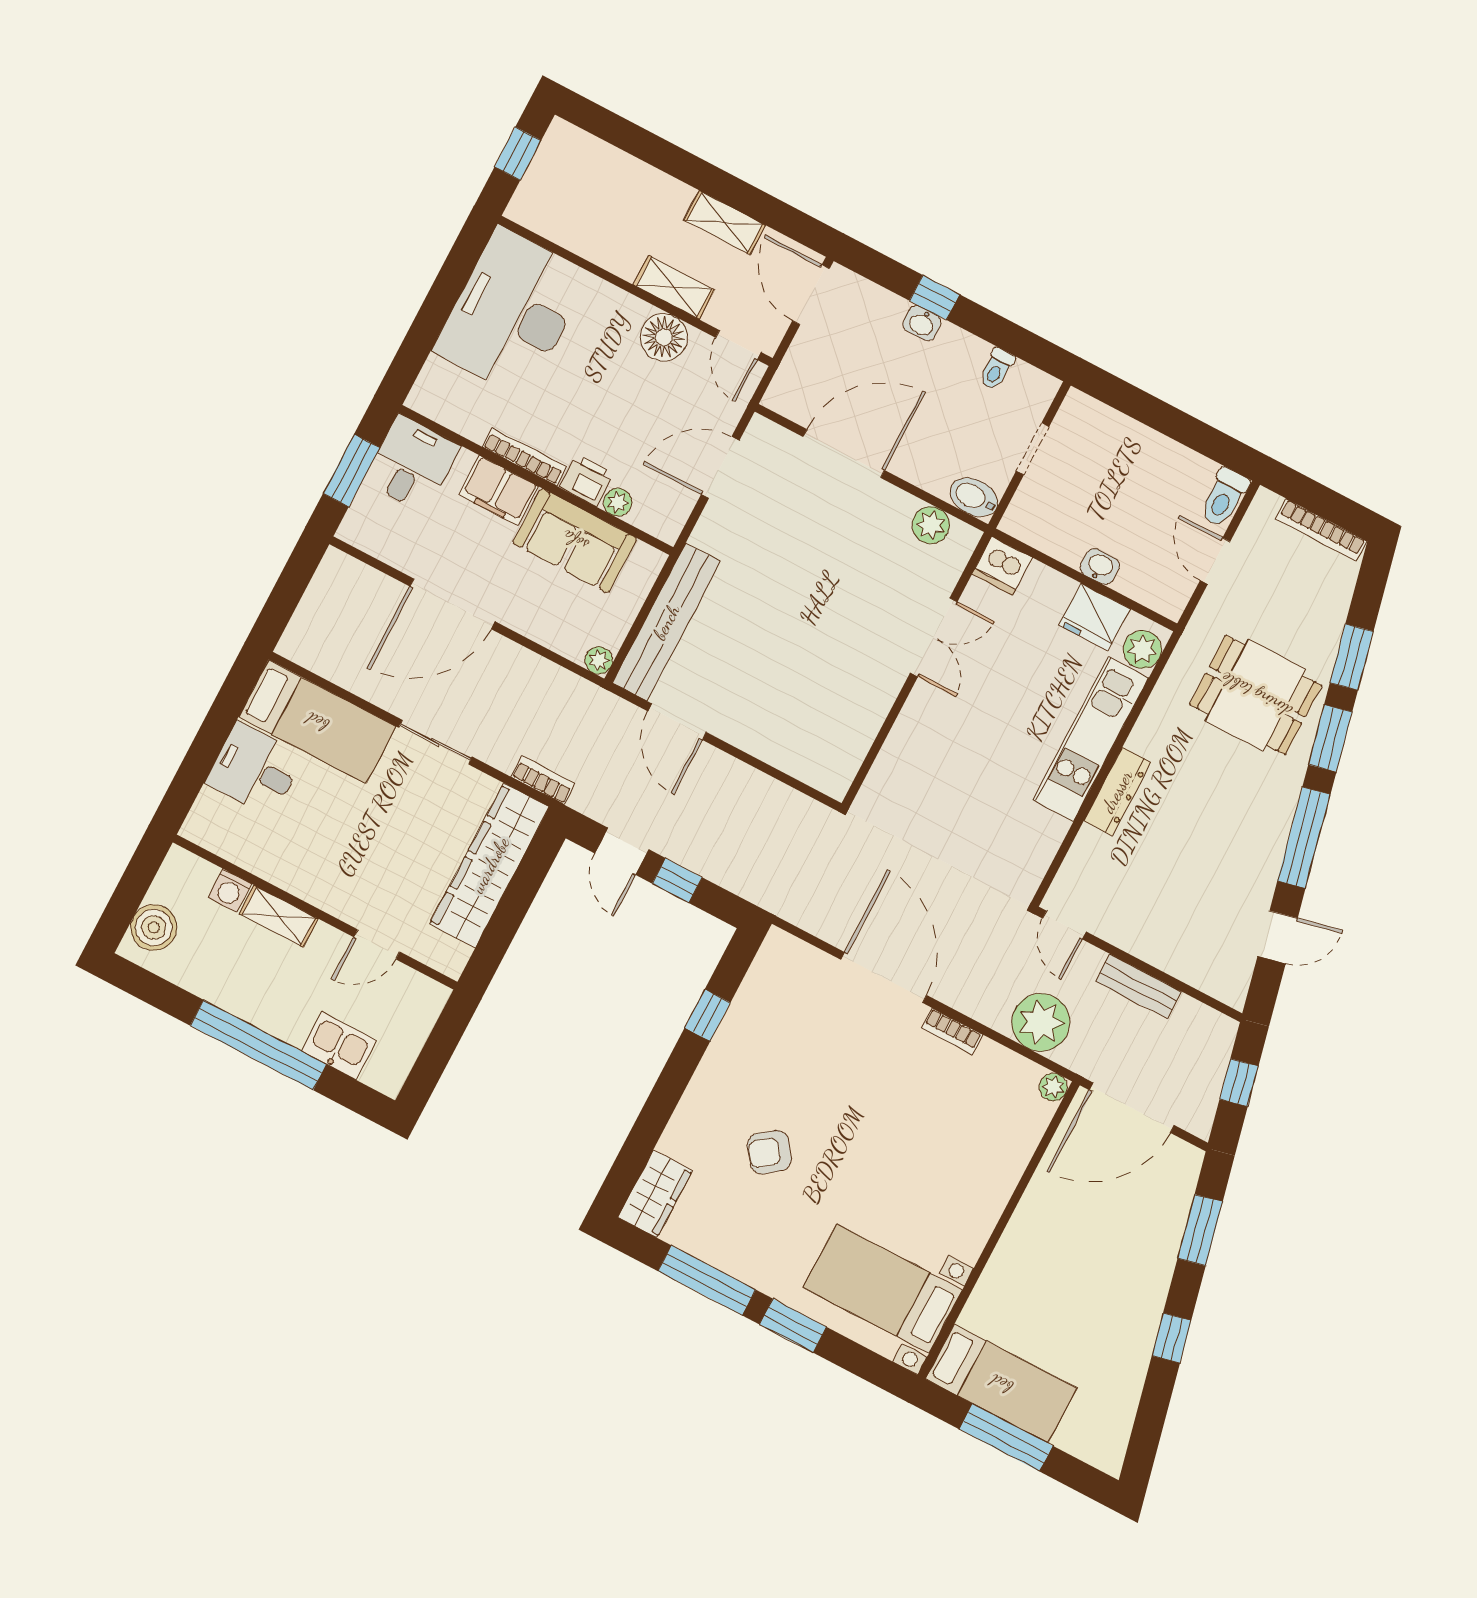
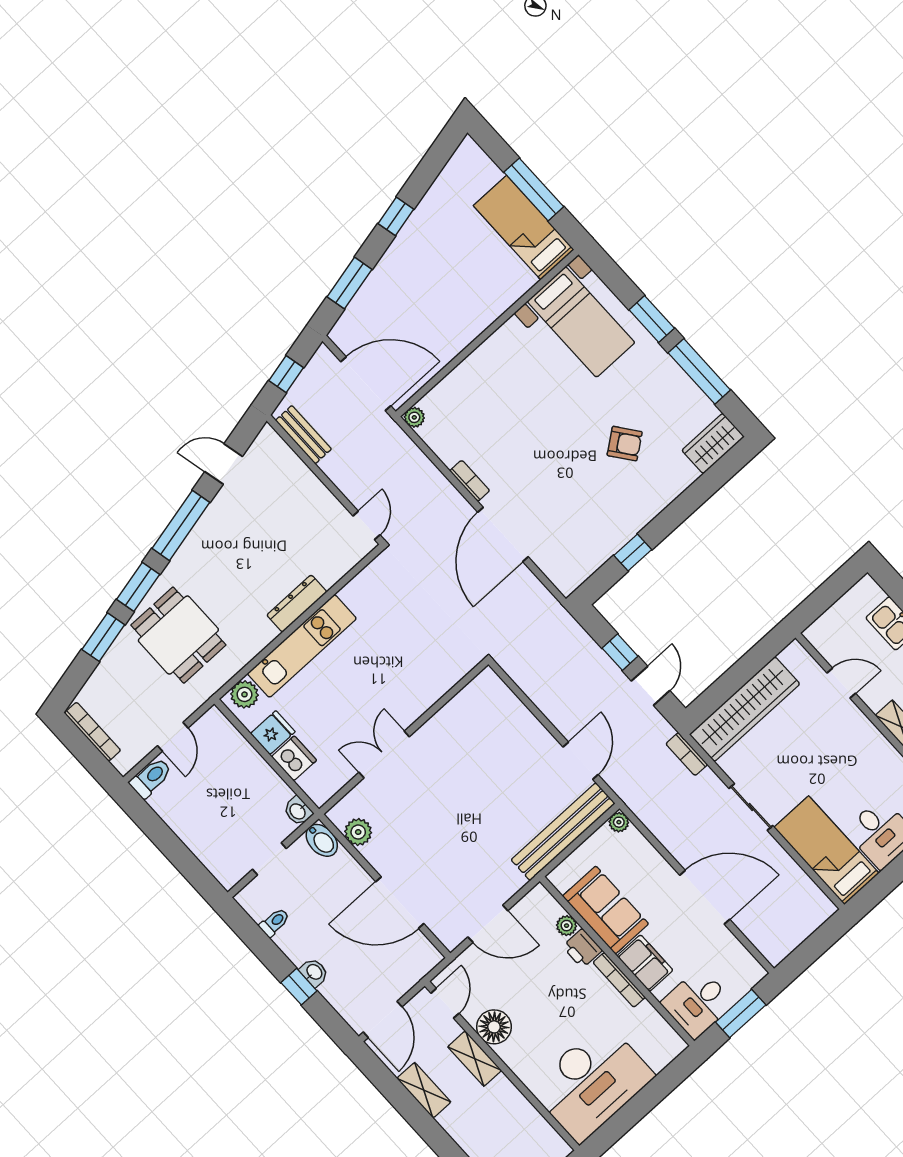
dishwasher: (1002, 566) -> (294, 758), moved
washbasin: (1100, 567) -> (298, 811), moved
fridge: (1095, 617) -> (273, 733), width x0.72
bench: (1138, 986) -> (303, 435), moved
plant: (1041, 1022) -> (407, 465), removed

